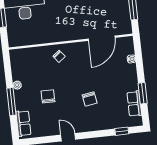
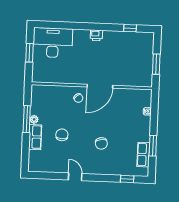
door: (102, 38) -> (100, 86), moved
window: (11, 102) -> (27, 119), moved
row of seats: (23, 123) -> (35, 137), moved

